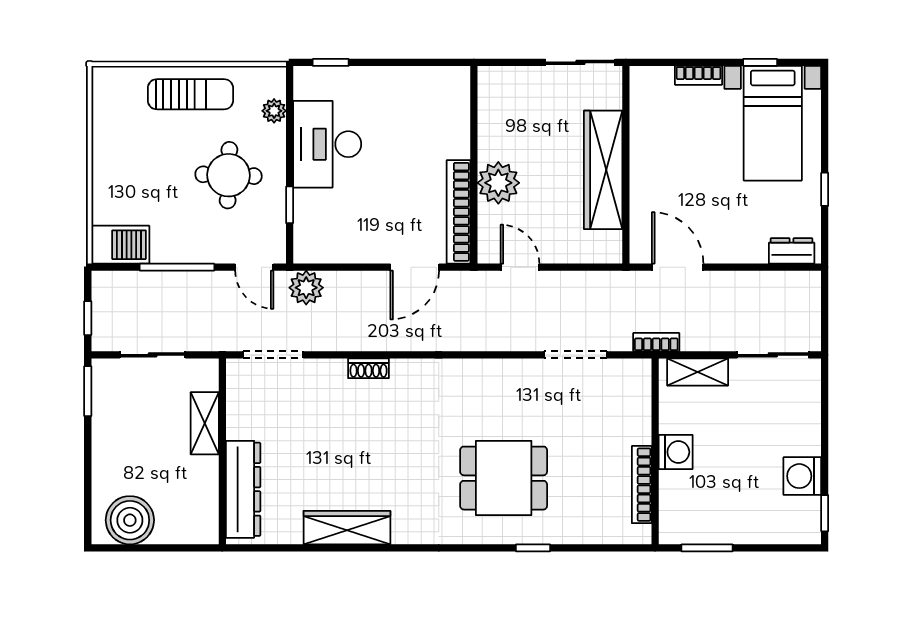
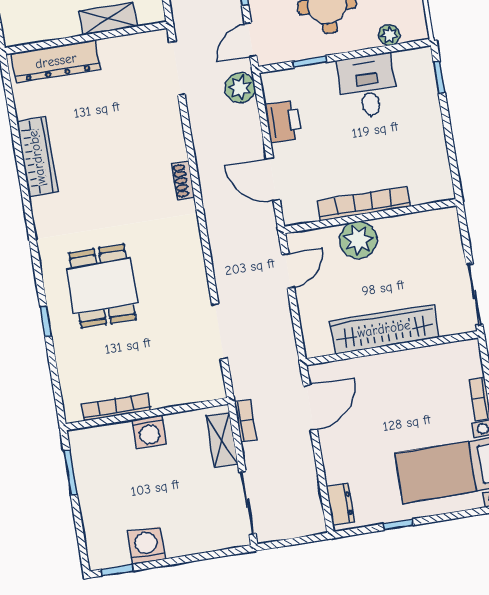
desk: (327, 144) -> (368, 86), width x0.73
bookcase: (458, 212) -> (363, 204), moved
printer: (352, 245) -> (283, 121), added
bookcase: (656, 342) -> (245, 420), moved
shoe rack: (369, 368) -> (183, 180), moved

